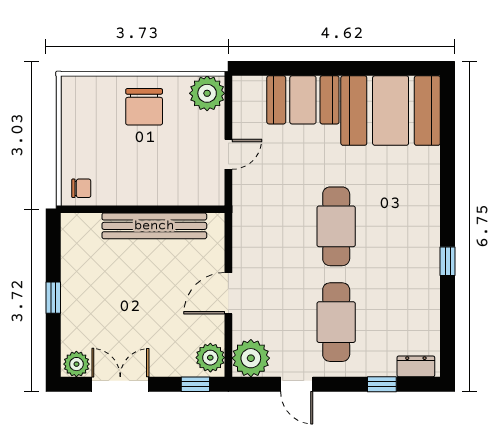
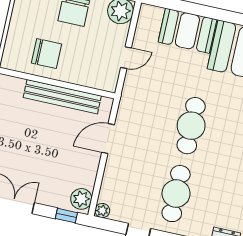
chair: (81, 188) -> (47, 54), moved, width x1.87, depth x1.87
door: (228, 293) -> (108, 139), moved
plant: (251, 358) -> (102, 211), width x0.53, depth x0.53

